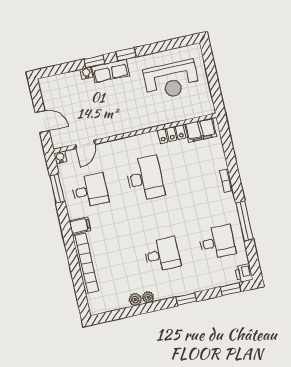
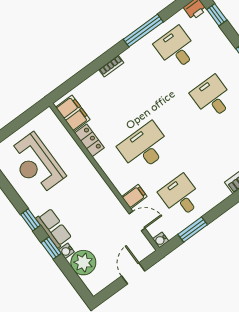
reception desk: (171, 80) -> (36, 164), turned 180
plant: (70, 83) -> (83, 263), added
filing cabinet: (80, 226) -> (134, 197), moved, turned 90

